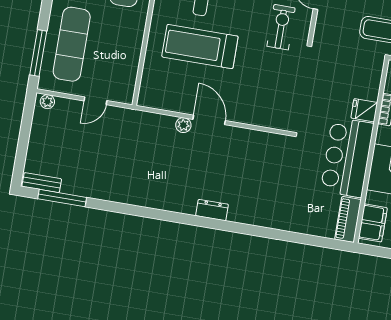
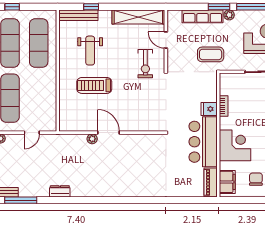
exercise bike: (281, 27) -> (145, 64), turned 180
treadmill: (200, 47) -> (94, 85), width x0.73, depth x0.73
dresser: (212, 210) -> (60, 191), moved

